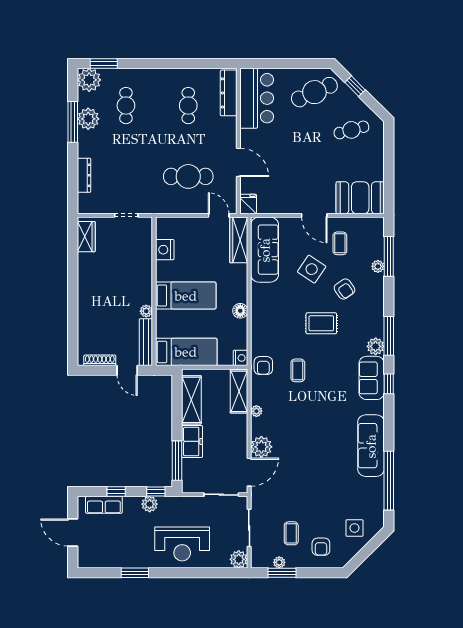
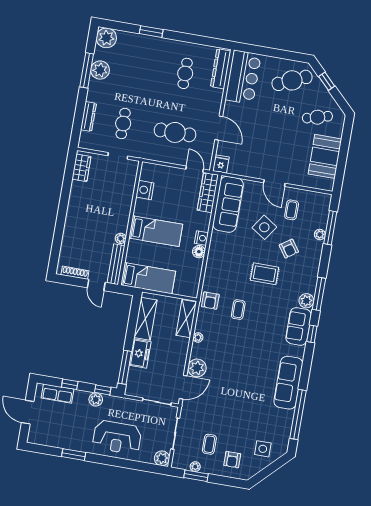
window: (104, 64) -> (151, 32), moved
cafe table: (126, 106) -> (123, 123), moved
booth: (360, 198) -> (325, 156), moved, turned 90
nightstand: (240, 358) -> (201, 238), moved

